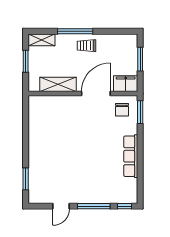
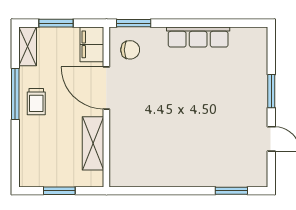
window: (75, 31) -> (15, 94), moved
shelving: (42, 40) -> (28, 46), moved
window: (94, 206) -> (271, 91), width x0.69
window: (125, 206) -> (271, 46), removed

